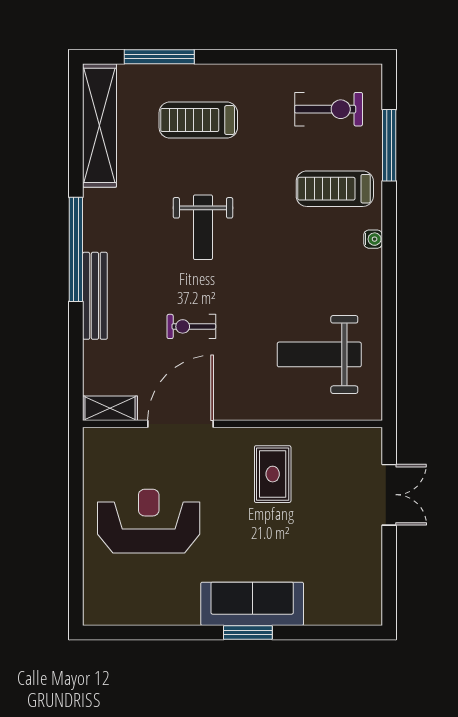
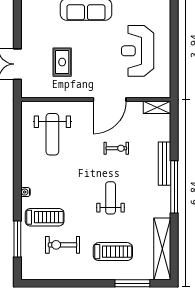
exercise bike: (329, 109) -> (63, 245), moved
weight bench: (319, 354) -> (52, 134), turned 90
door: (181, 424) -> (110, 100), moved
rug: (273, 474) -> (62, 62), moved
reception desk: (149, 521) -> (138, 51), turned 90

